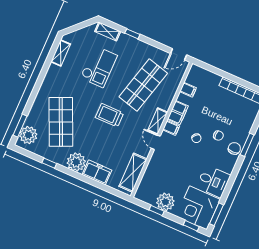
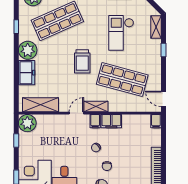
checkout: (99, 67) -> (121, 33), turned 90
filing cabinet: (188, 90) -> (156, 121), moved
trolley: (109, 115) -> (82, 61), turned 180
plant: (165, 202) -> (27, 123), moved

